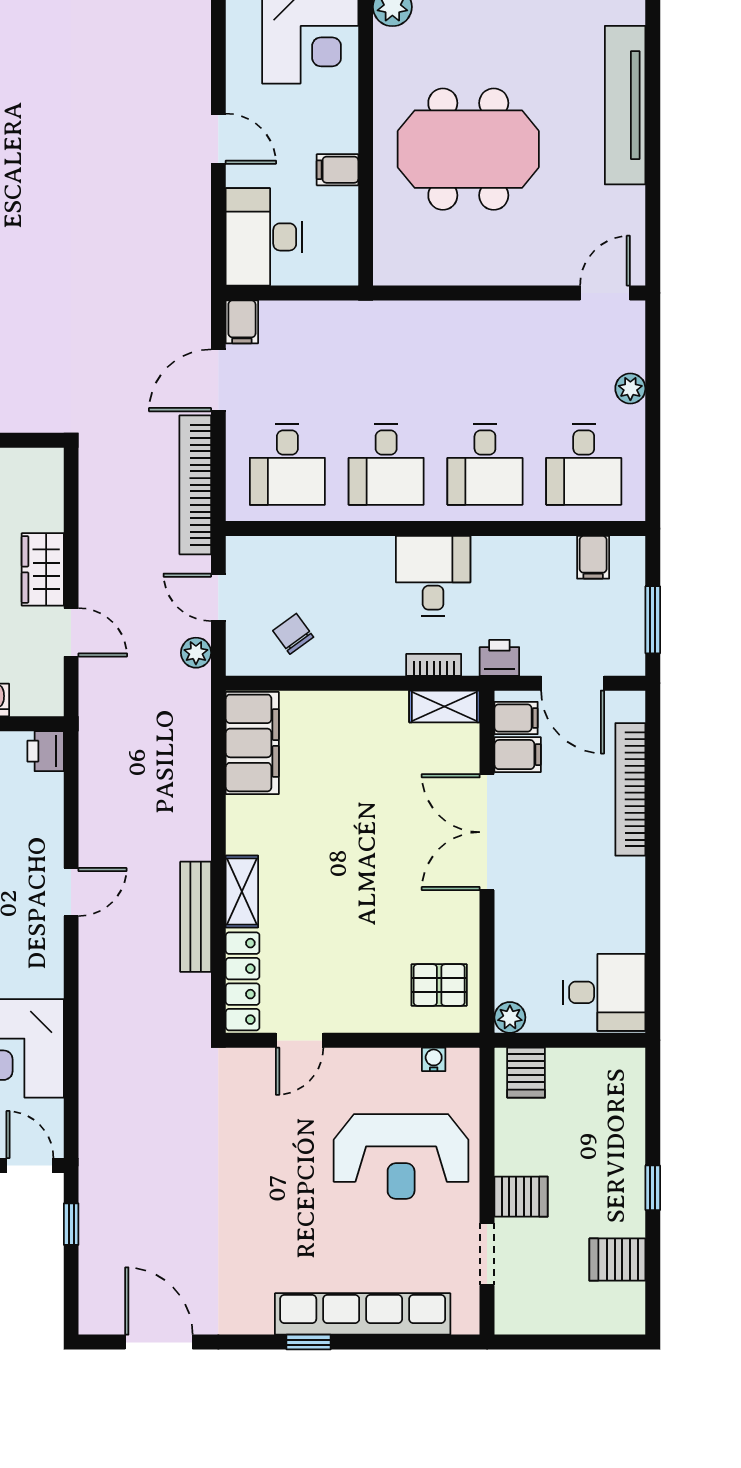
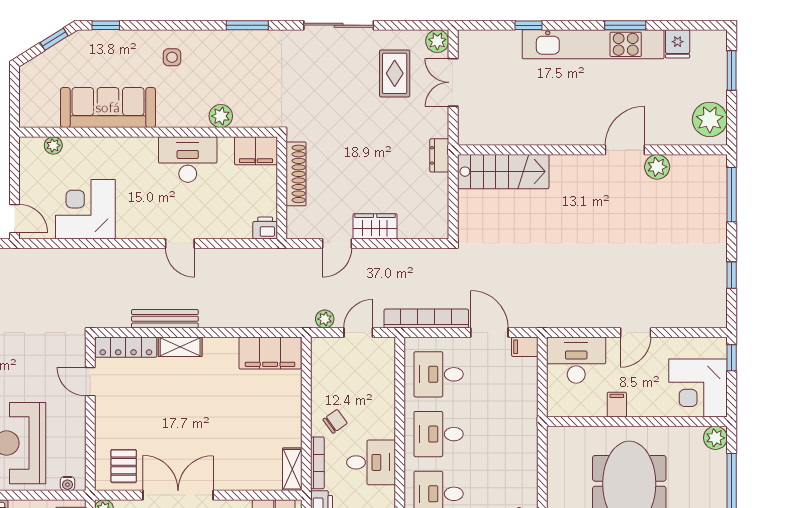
chair: (293, 634) -> (335, 421), moved
bookcase: (434, 665) -> (317, 463), width x1.56
double door: (487, 832) -> (178, 495), moved
water cooler: (434, 1059) -> (67, 484), moved, turned 90
door: (30, 1165) -> (15, 219), hinge flipped

